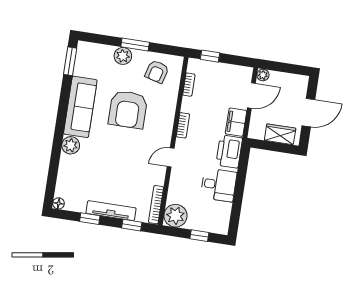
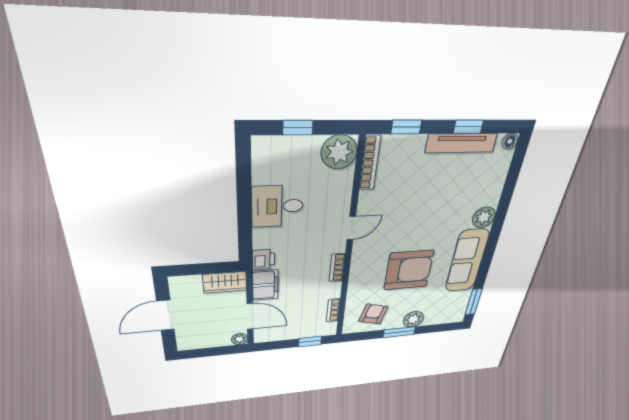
door: (251, 96) -> (250, 316), swing flipped
armchair: (128, 109) -> (409, 270), turned 90
wardrobe: (280, 134) -> (225, 282), moved
printer: (229, 152) -> (263, 259), width x0.53, depth x0.68
tv unit: (111, 211) -> (461, 143), moved

